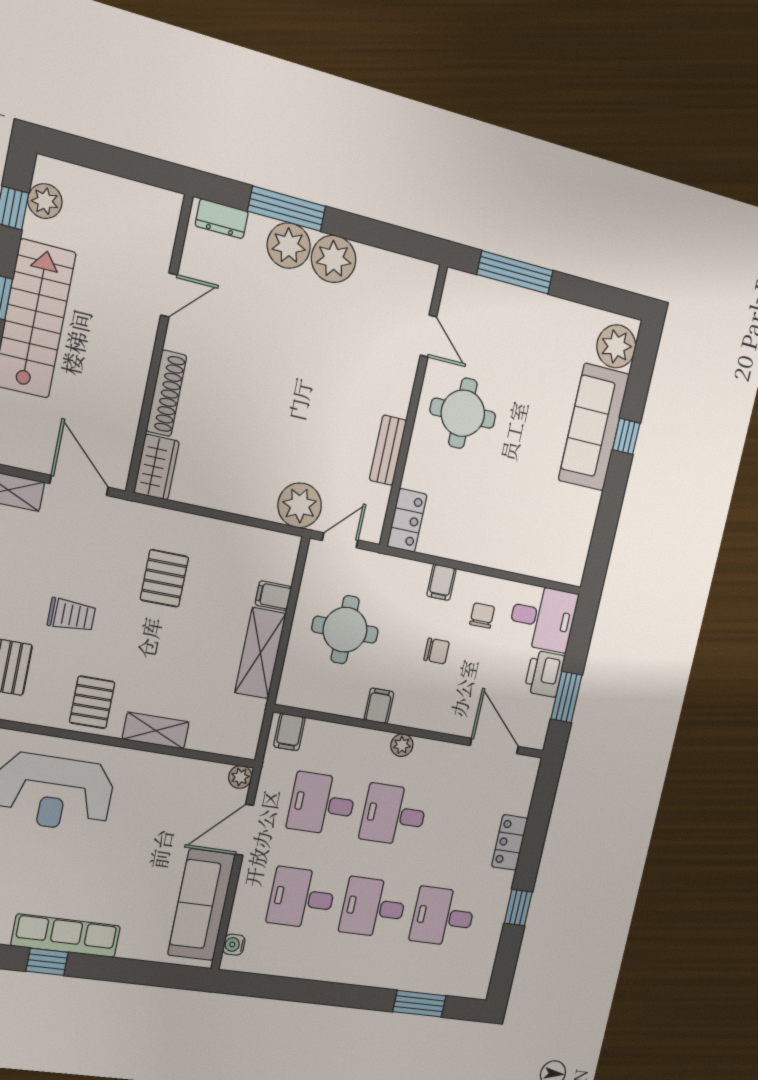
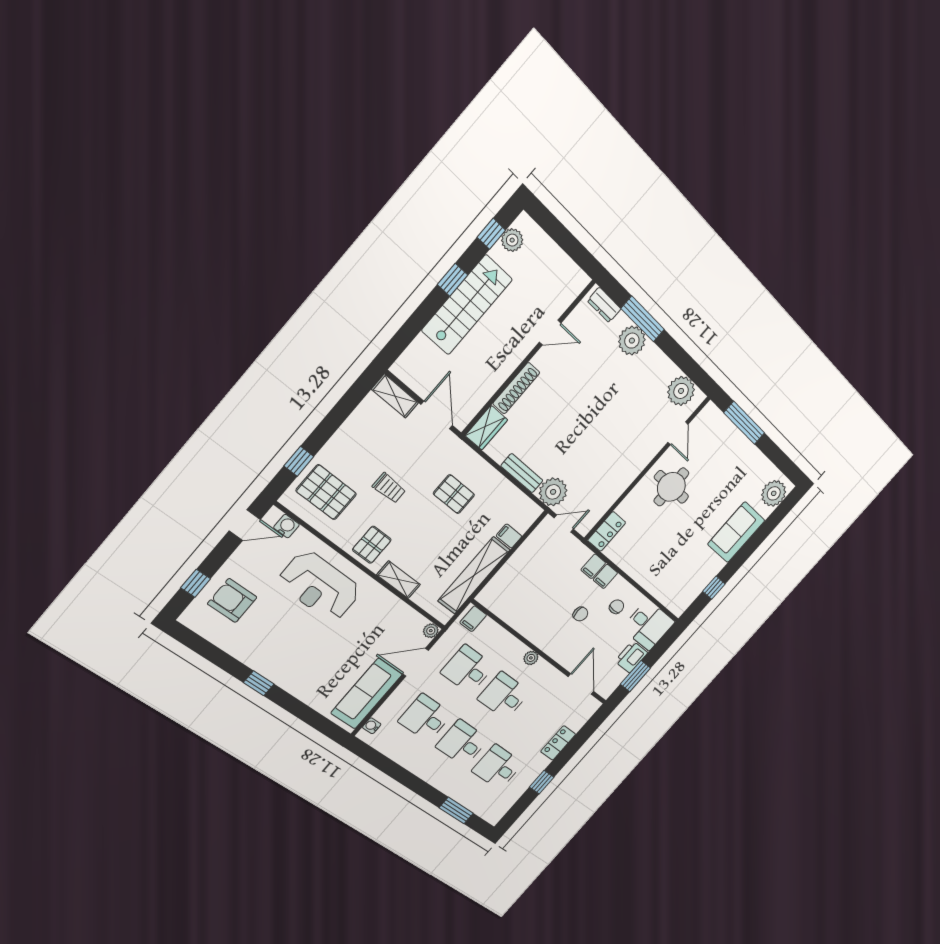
plant: (334, 259) -> (681, 391), moved
sofa: (594, 427) -> (736, 532), width x0.73
window: (626, 436) -> (714, 588), moved
bench: (388, 450) -> (522, 473), moved, turned 90
pallet: (164, 578) -> (454, 494), turned 90
round table: (345, 630) -> (537, 576), removed
shelving: (260, 653) -> (474, 575), width x1.47
filing cabinet: (379, 706) -> (593, 566), moved, turned 180
row of seats: (66, 936) -> (278, 673), removed

